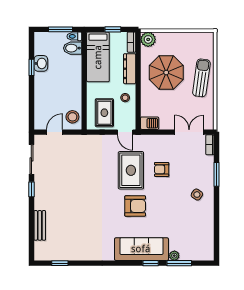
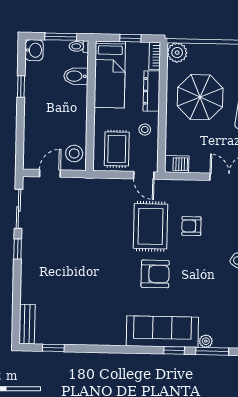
bidet: (73, 48) -> (76, 76), moved
washbasin: (41, 63) -> (34, 50), moved
bench: (40, 225) -> (27, 324), moved

